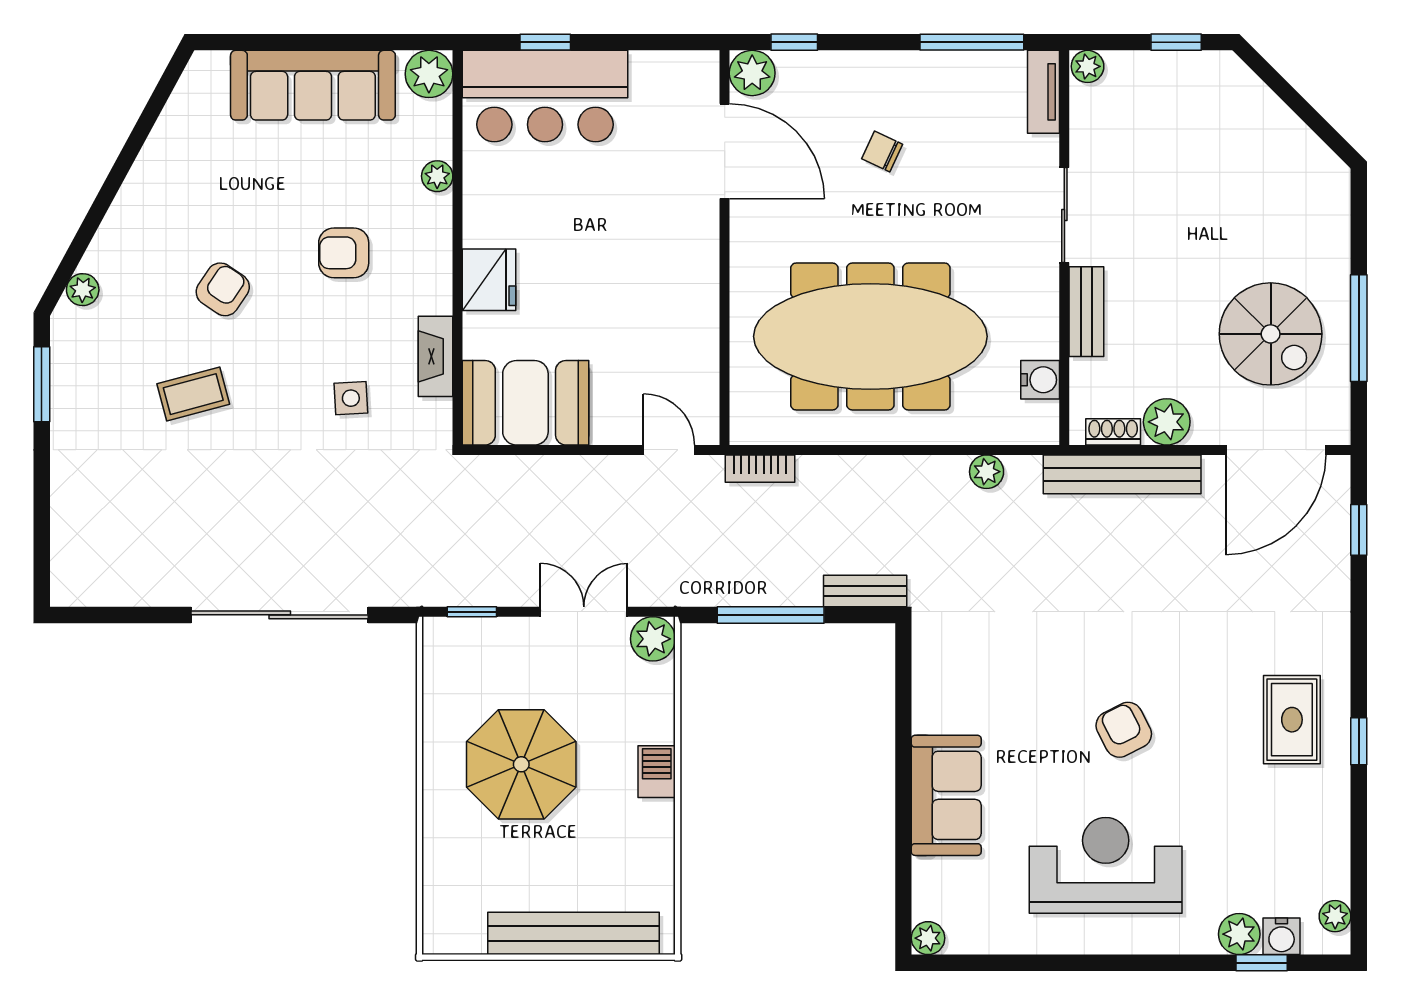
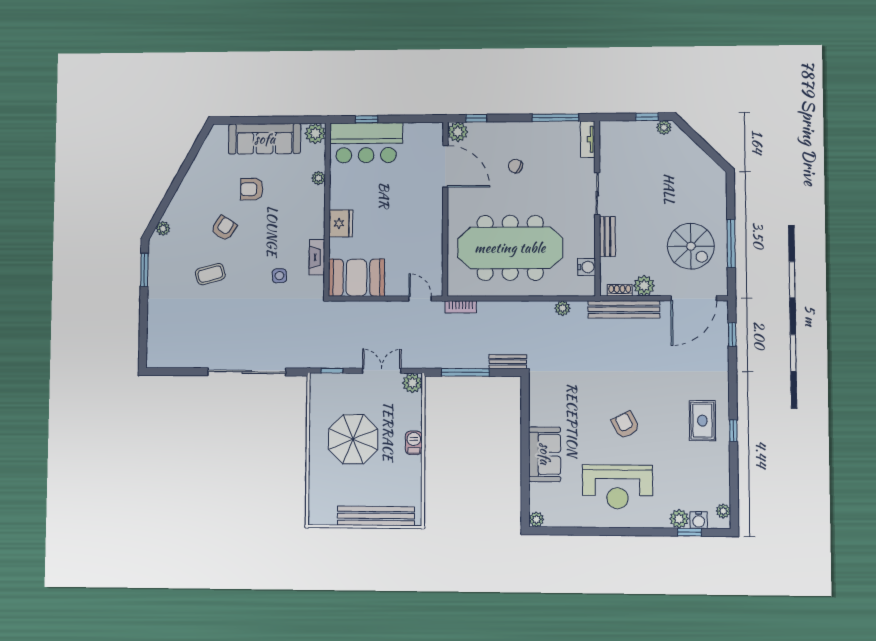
plant: (1088, 66) -> (664, 127), moved
armchair: (344, 253) -> (252, 189), moved
reception desk: (1106, 865) -> (617, 487), turned 180

